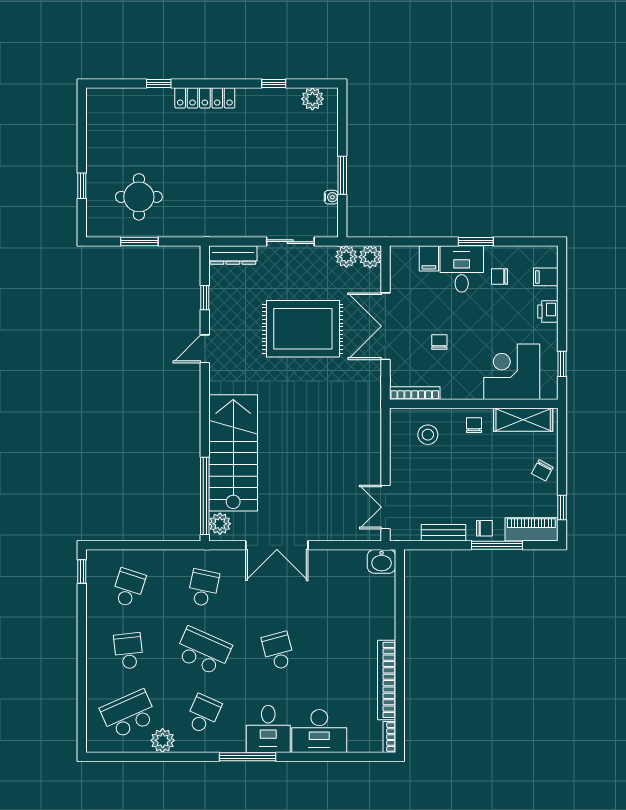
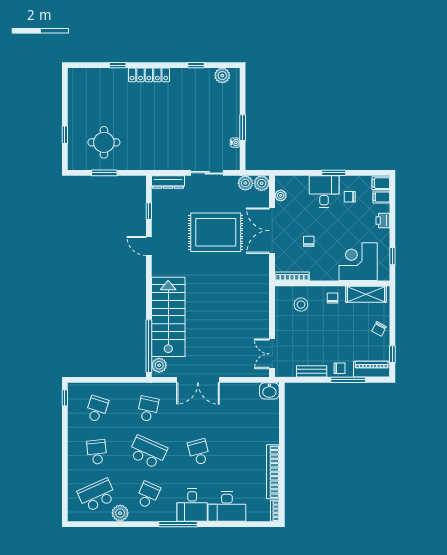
filing cabinet: (429, 258) -> (381, 183), moved, turned 90
plant: (398, 275) -> (281, 195), added
door: (205, 349) -> (149, 246), hinge flipped

